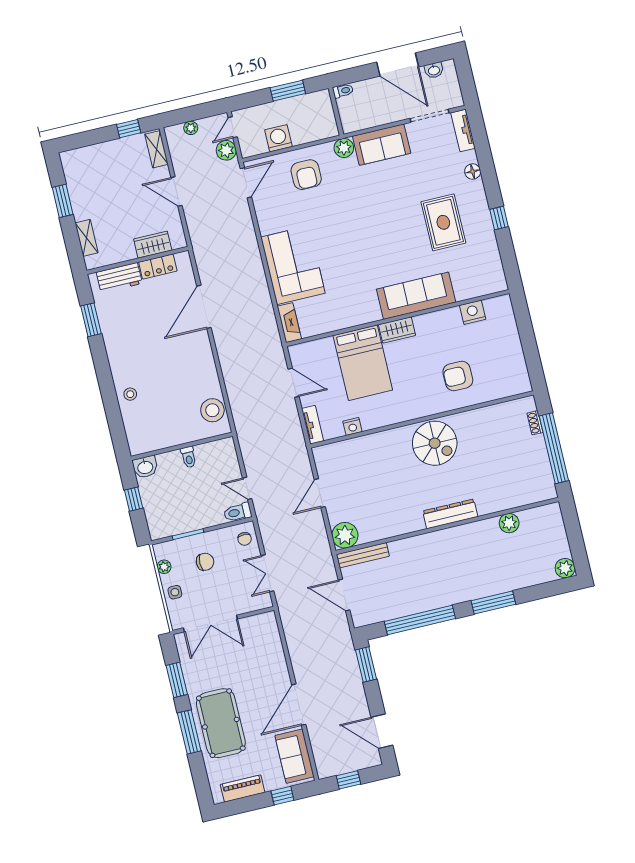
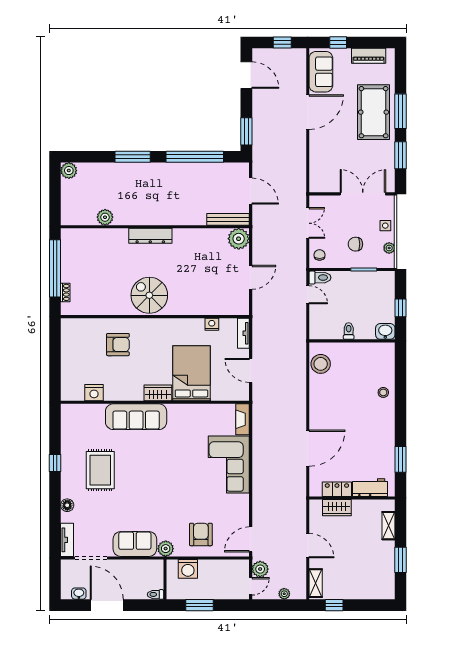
washing machine: (278, 138) -> (188, 569), moved

